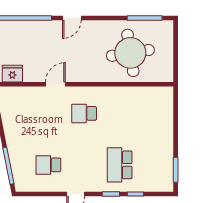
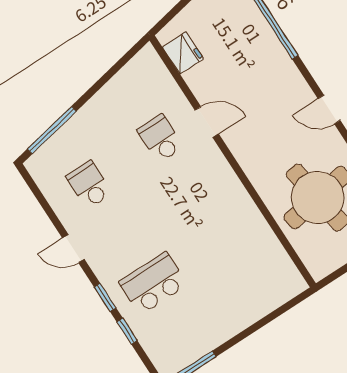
door: (72, 18) -> (329, 109), moved
school desk: (84, 113) -> (160, 138), moved

